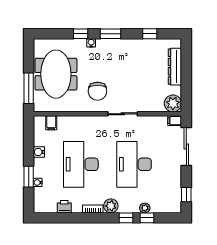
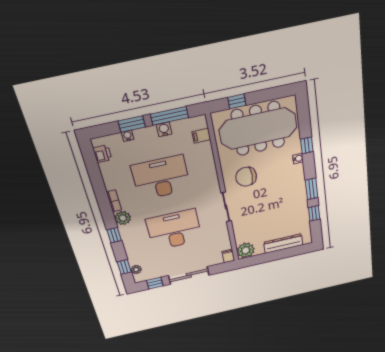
window: (111, 34) -> (312, 189), moved
meeting table: (56, 74) -> (258, 129), width x1.36
window: (29, 88) -> (237, 101), width x0.46
window: (29, 145) -> (169, 116), added
sliding door: (186, 147) -> (189, 275), moved
printer: (64, 207) -> (102, 154), moved
plant: (145, 208) -> (136, 270), moved
window: (147, 218) -> (124, 267), moved

